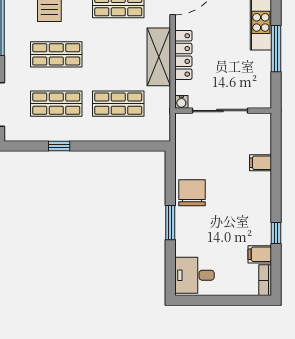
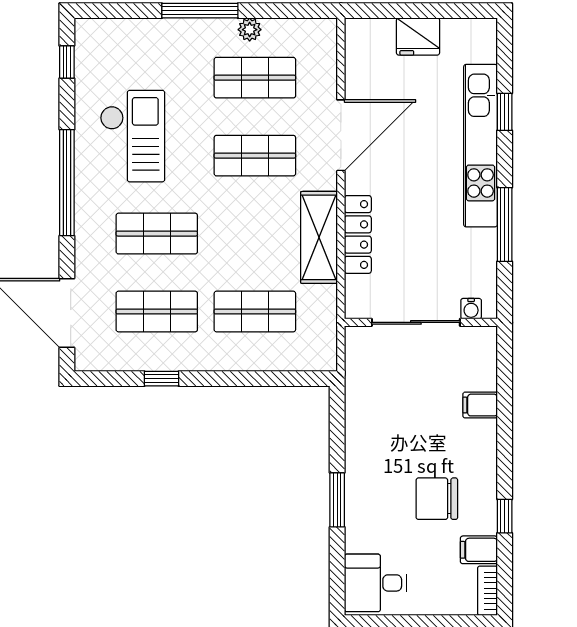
water cooler: (181, 102) -> (471, 309), moved
chair: (192, 193) -> (437, 499), moved, turned -90

